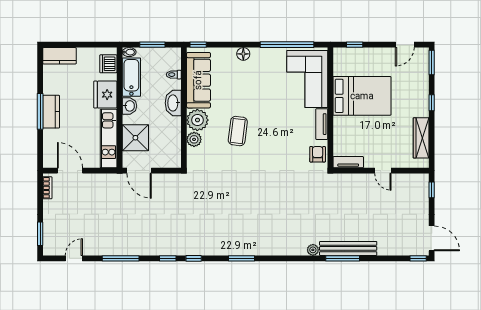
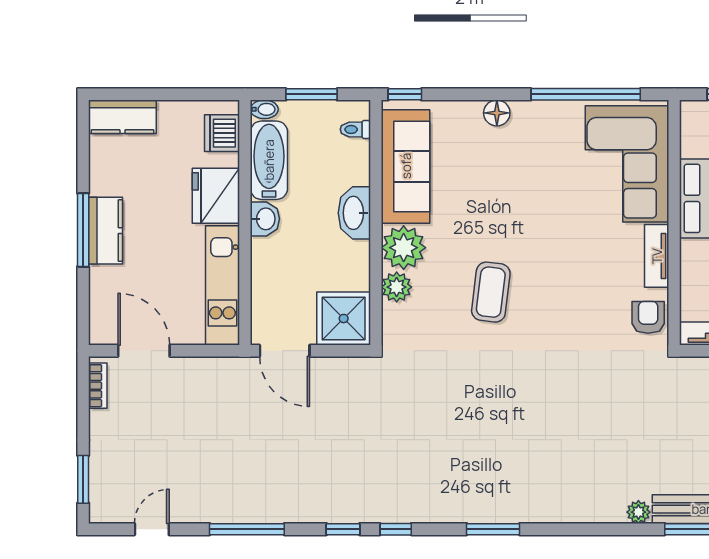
toilet: (174, 75) -> (355, 129), moved
coffee table: (238, 131) -> (491, 292), moved
shower: (135, 138) -> (344, 319), moved

